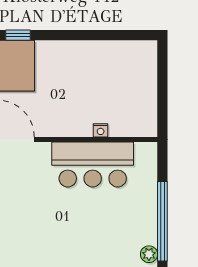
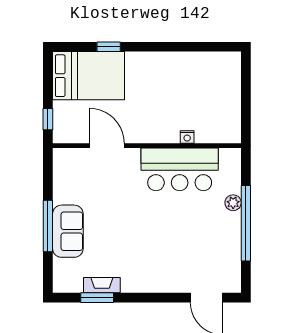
plant: (149, 254) -> (233, 203), moved

